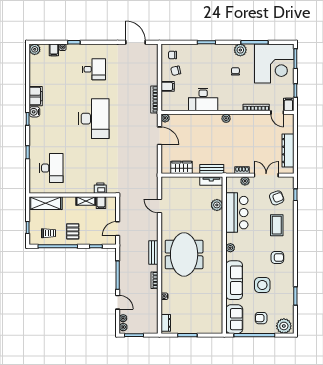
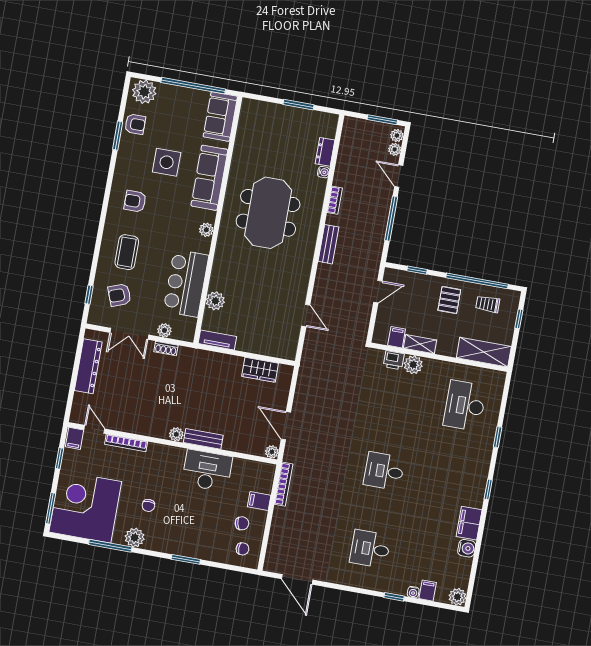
water cooler: (34, 112) -> (467, 548), moved
desk: (94, 119) -> (384, 471), width x0.53, depth x0.77
bench: (212, 169) -> (203, 439), moved
plant: (88, 188) -> (413, 365), added
meeting table: (184, 254) -> (268, 213), moved
armchair: (261, 318) -> (135, 124), moved
dresser: (166, 323) -> (325, 152), moved

